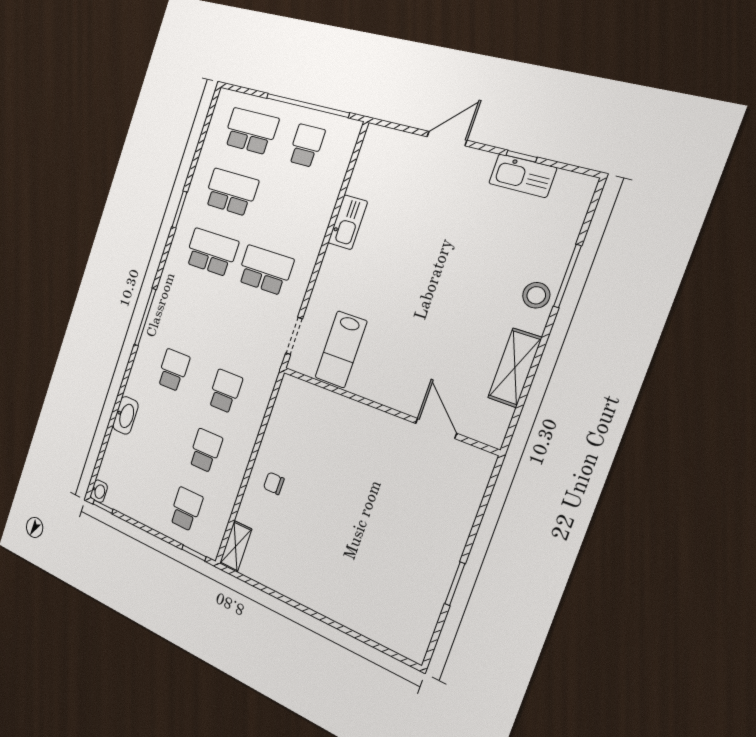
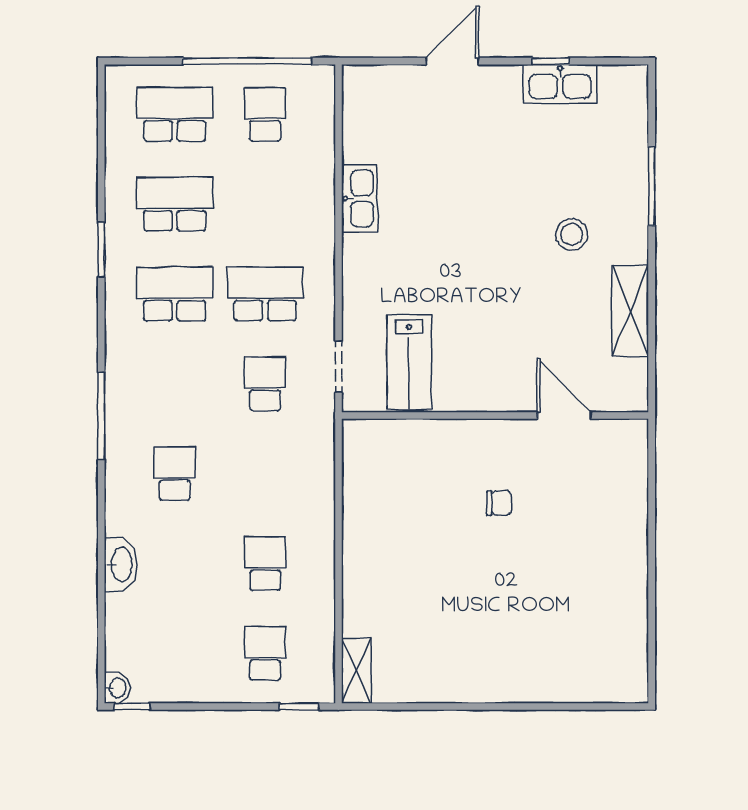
stool: (536, 295) -> (572, 235), moved
school desk: (225, 391) -> (265, 384), moved
chair: (274, 483) -> (499, 503), moved, turned 180
window: (455, 584) -> (652, 589), removed

